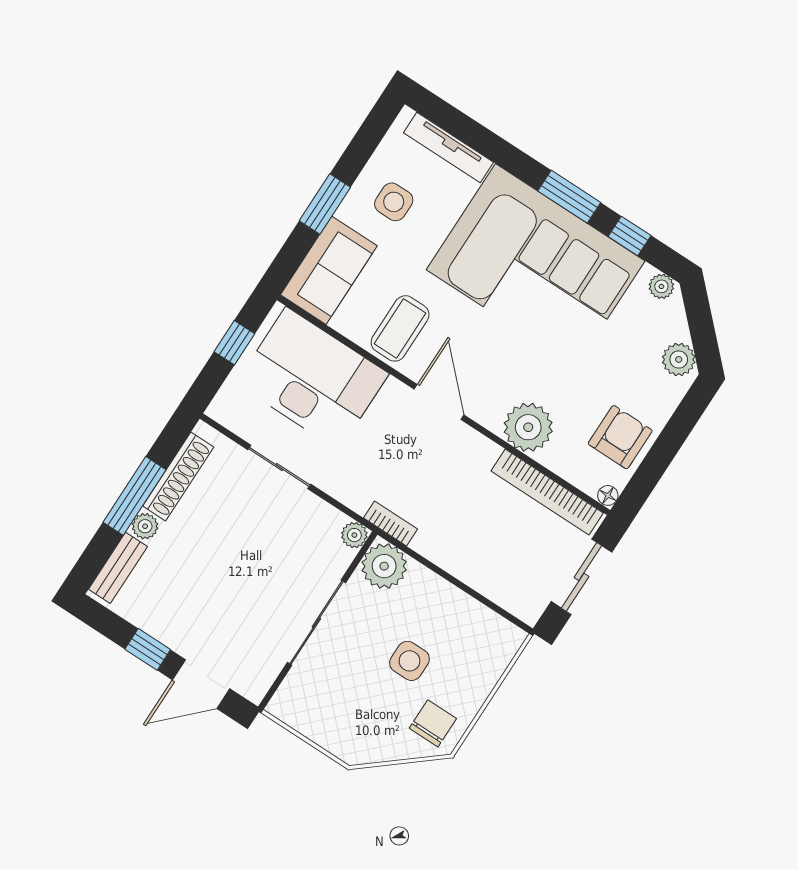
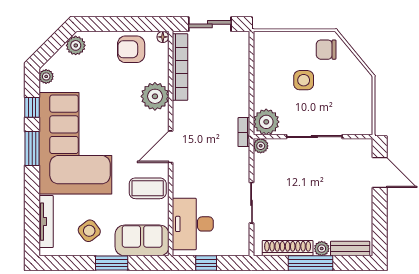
side table: (394, 202) -> (89, 231), turned -37
desk: (312, 378) -> (193, 224), width x0.73, depth x0.77
window: (148, 649) -> (380, 209), removed

